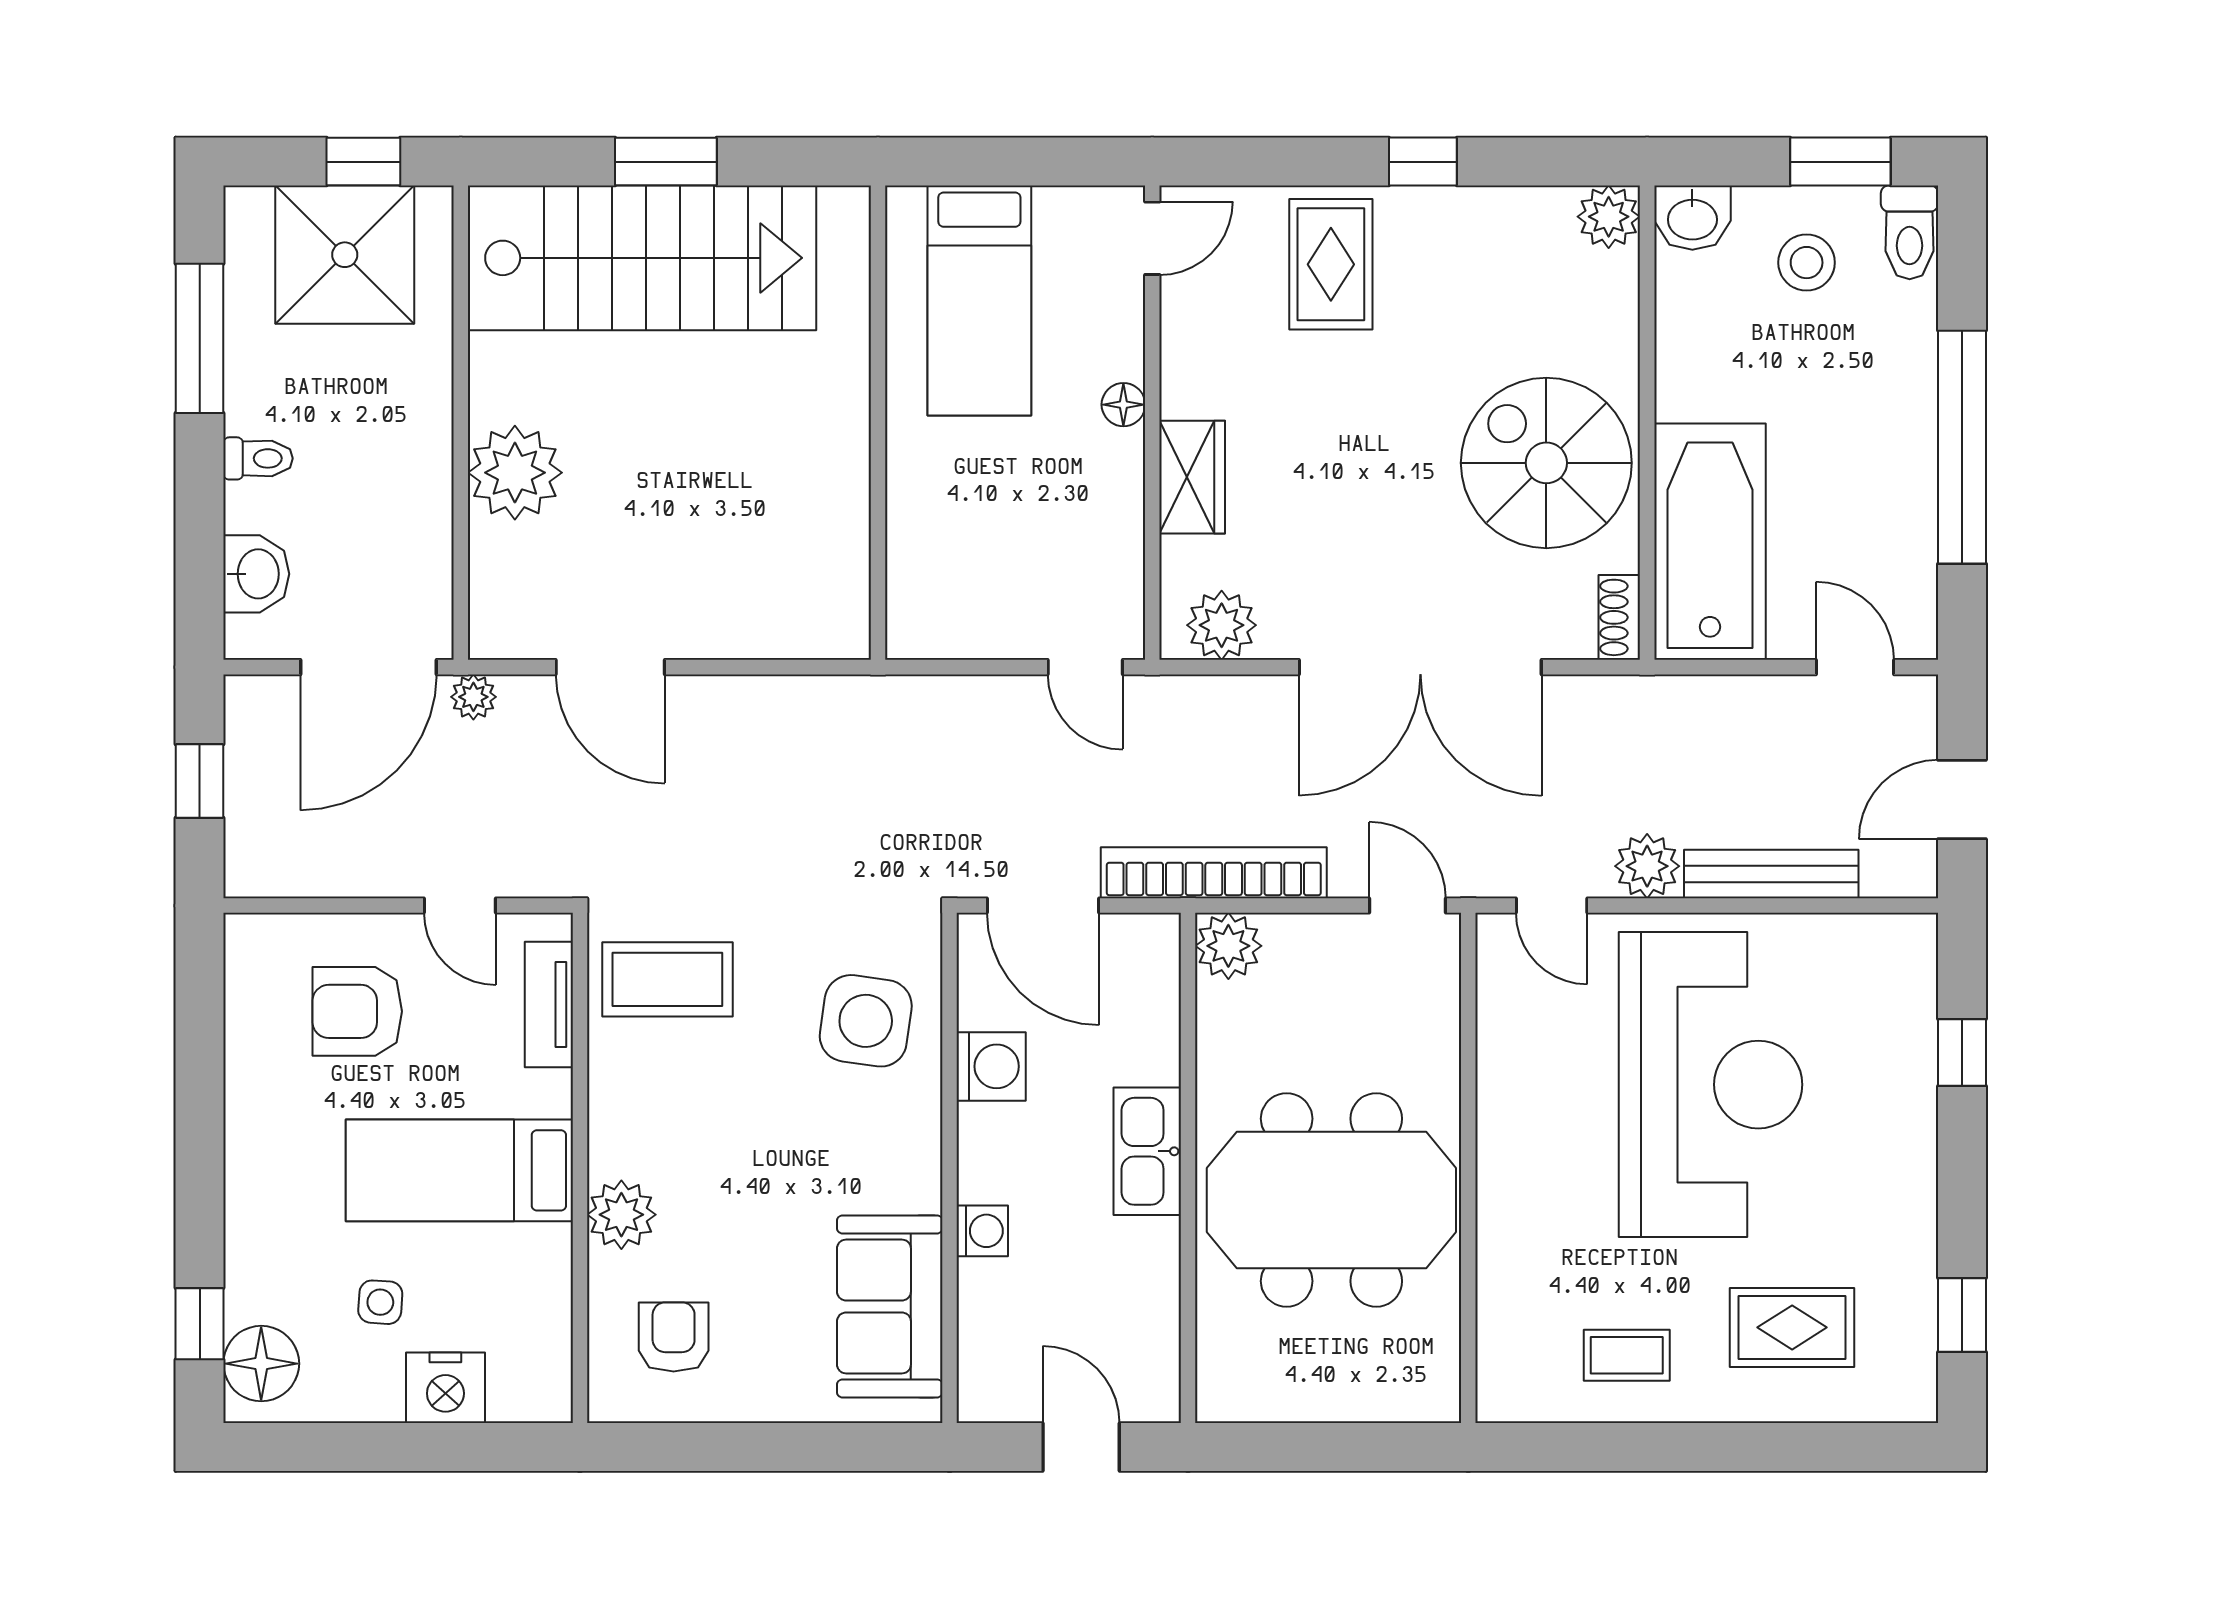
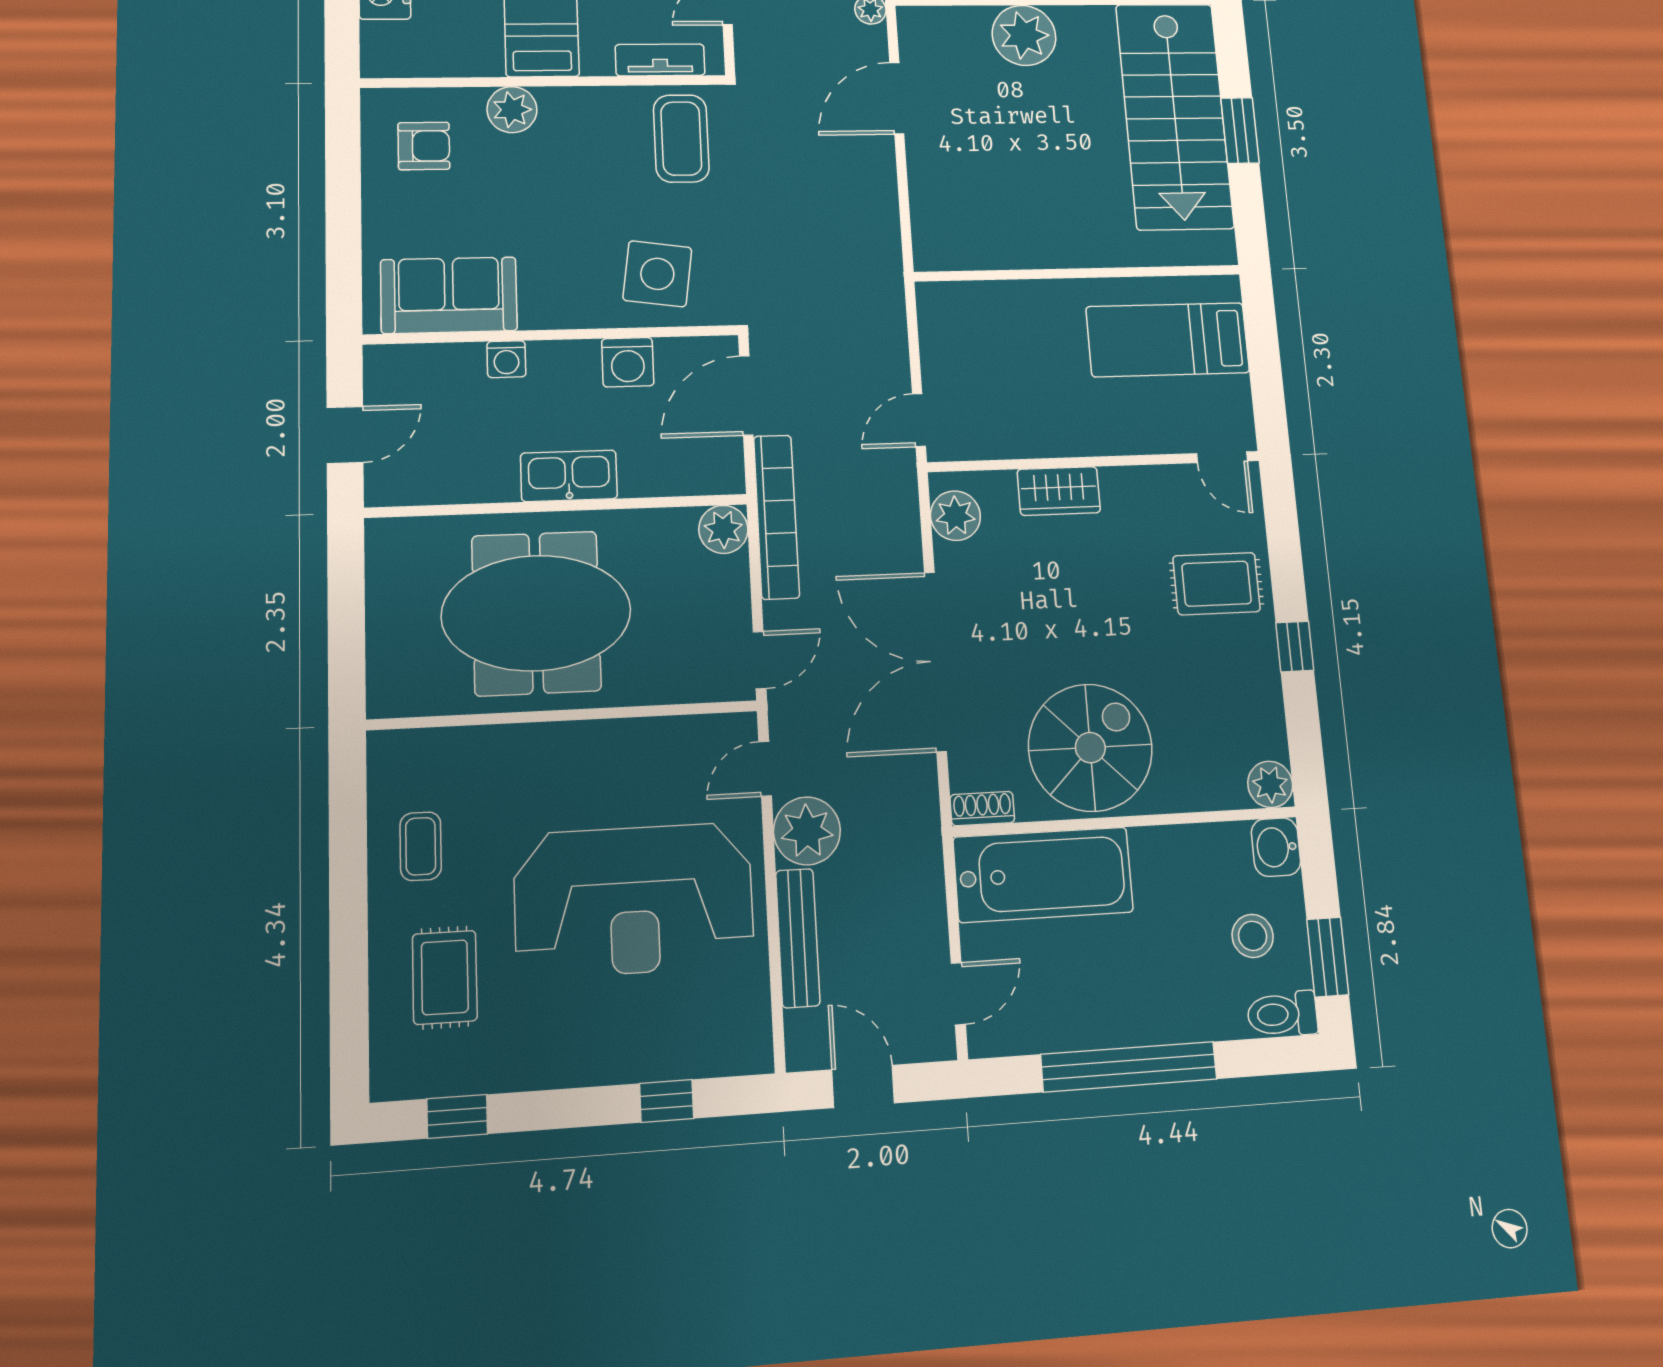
floor lamp: (1123, 405) -> (1105, 441), removed
plant: (1647, 866) -> (807, 831), width x1.36, depth x1.36
meeting table: (1331, 1200) -> (536, 613), turned 90

